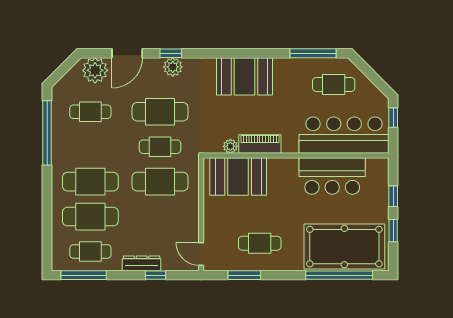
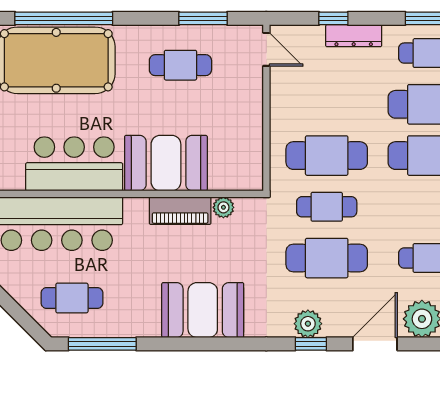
booth: (238, 176) -> (166, 163), moved

